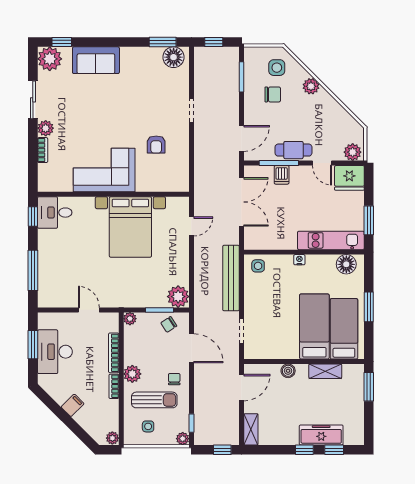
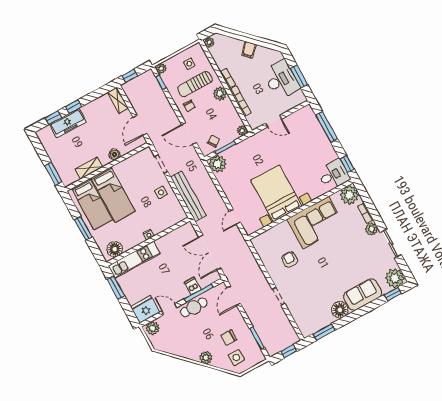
floor lamp: (174, 57) -> (340, 310), moved
plant: (49, 180) -> (349, 195), added
side table: (258, 266) -> (161, 192), moved

